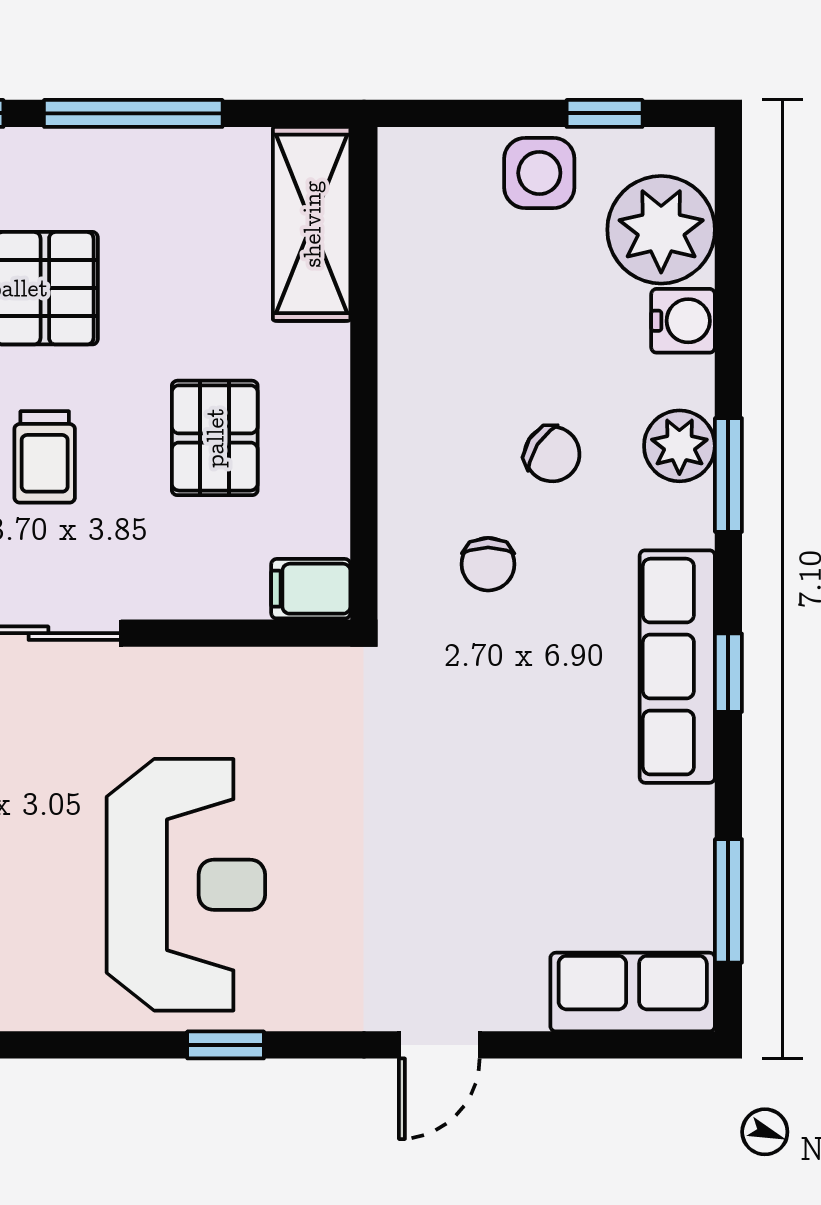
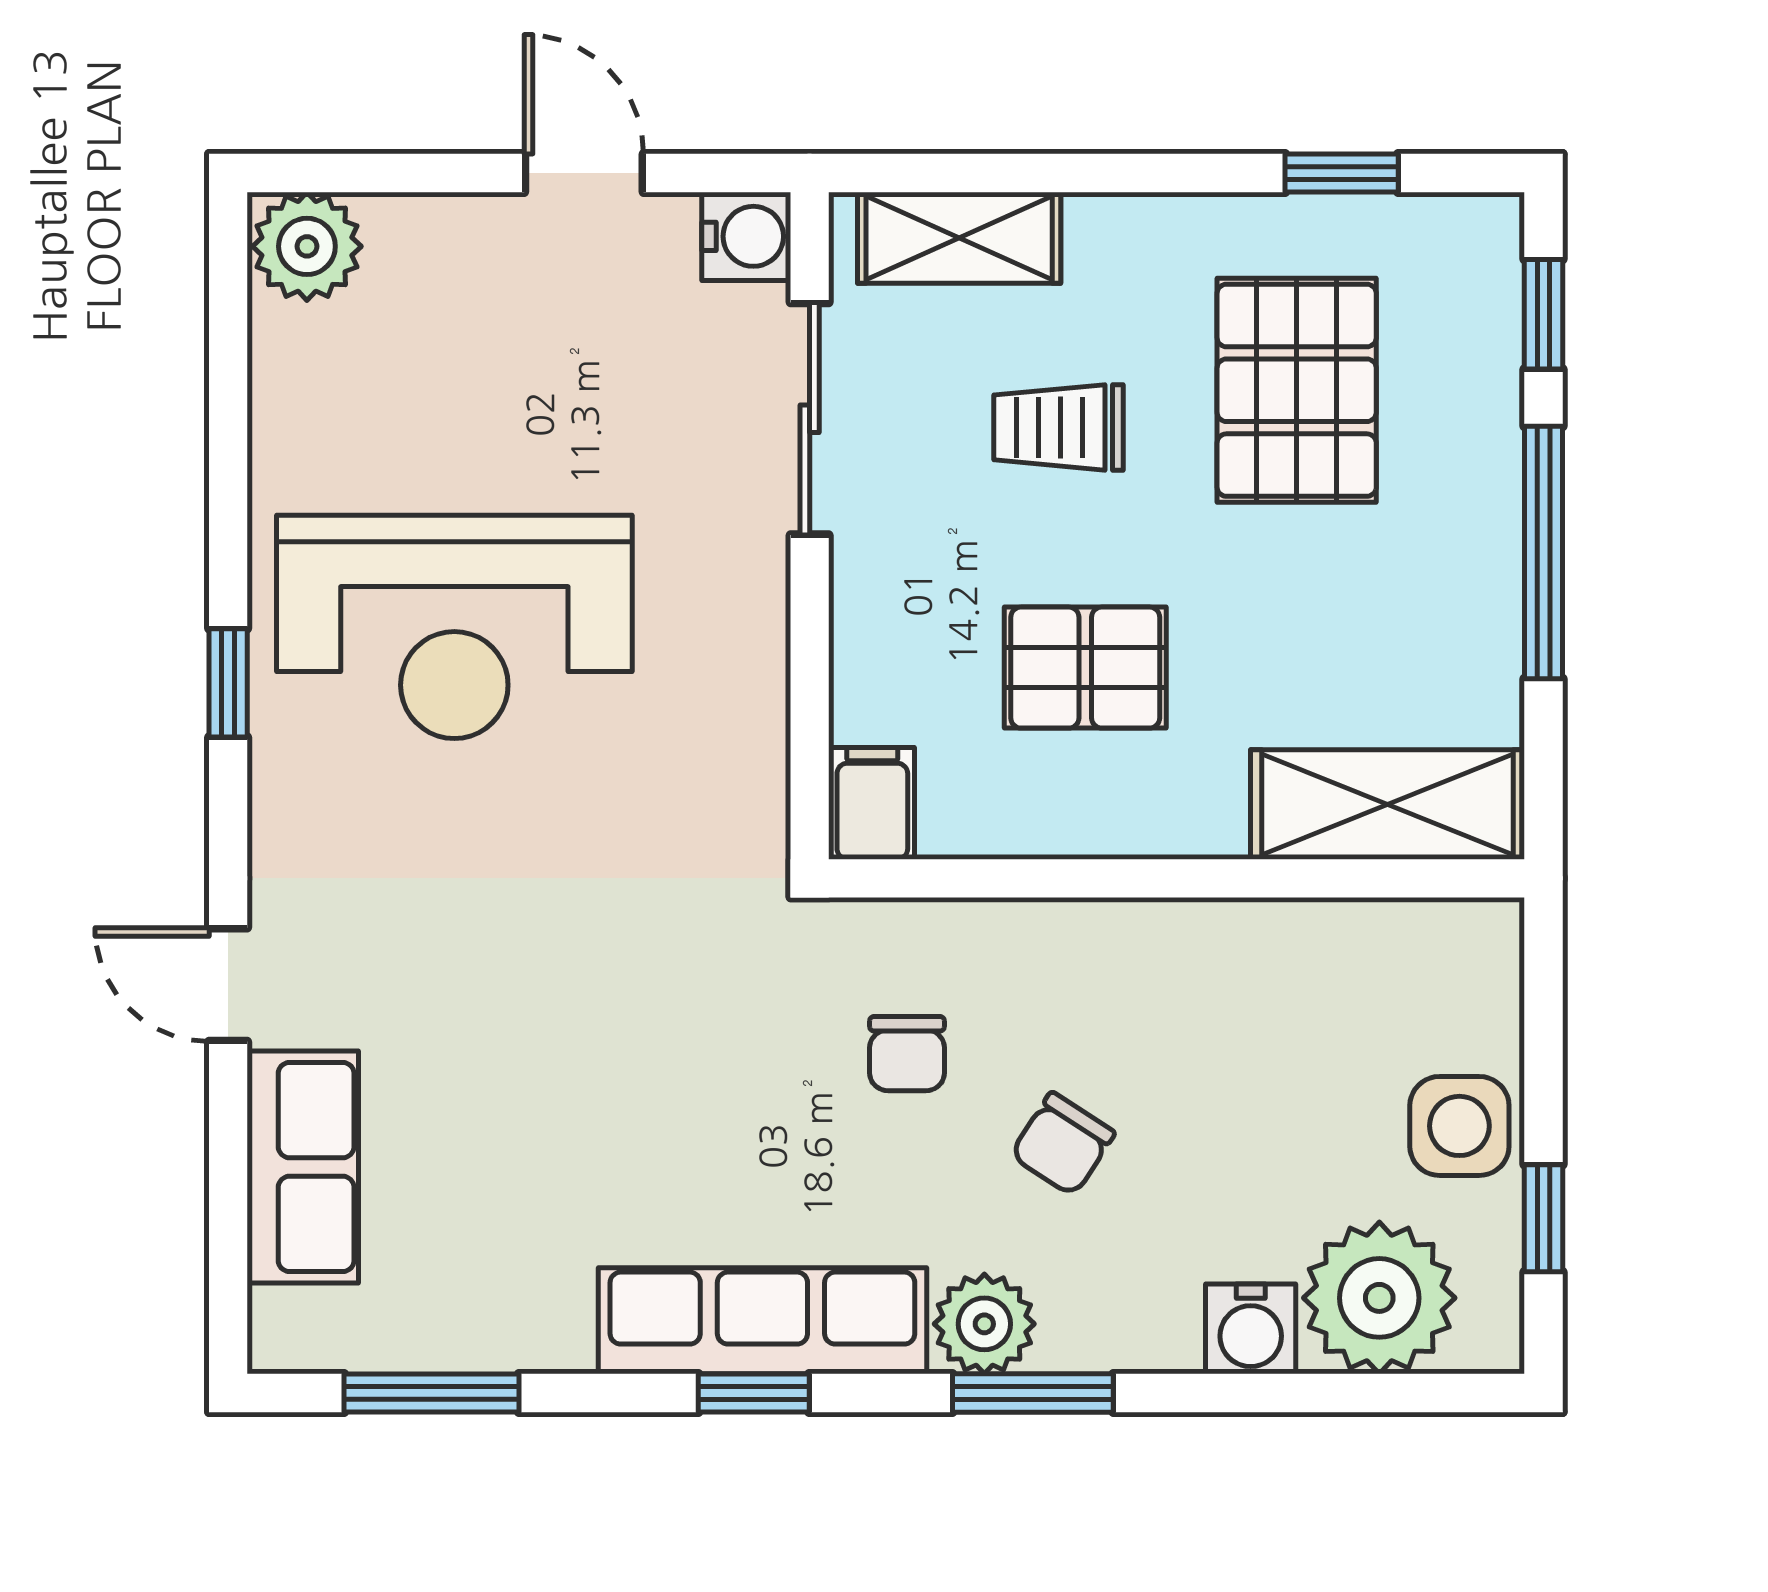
plant: (679, 446) -> (984, 1324), moved
chair: (488, 564) -> (907, 1054), turned -90
row of seats: (633, 992) -> (303, 1167), moved

